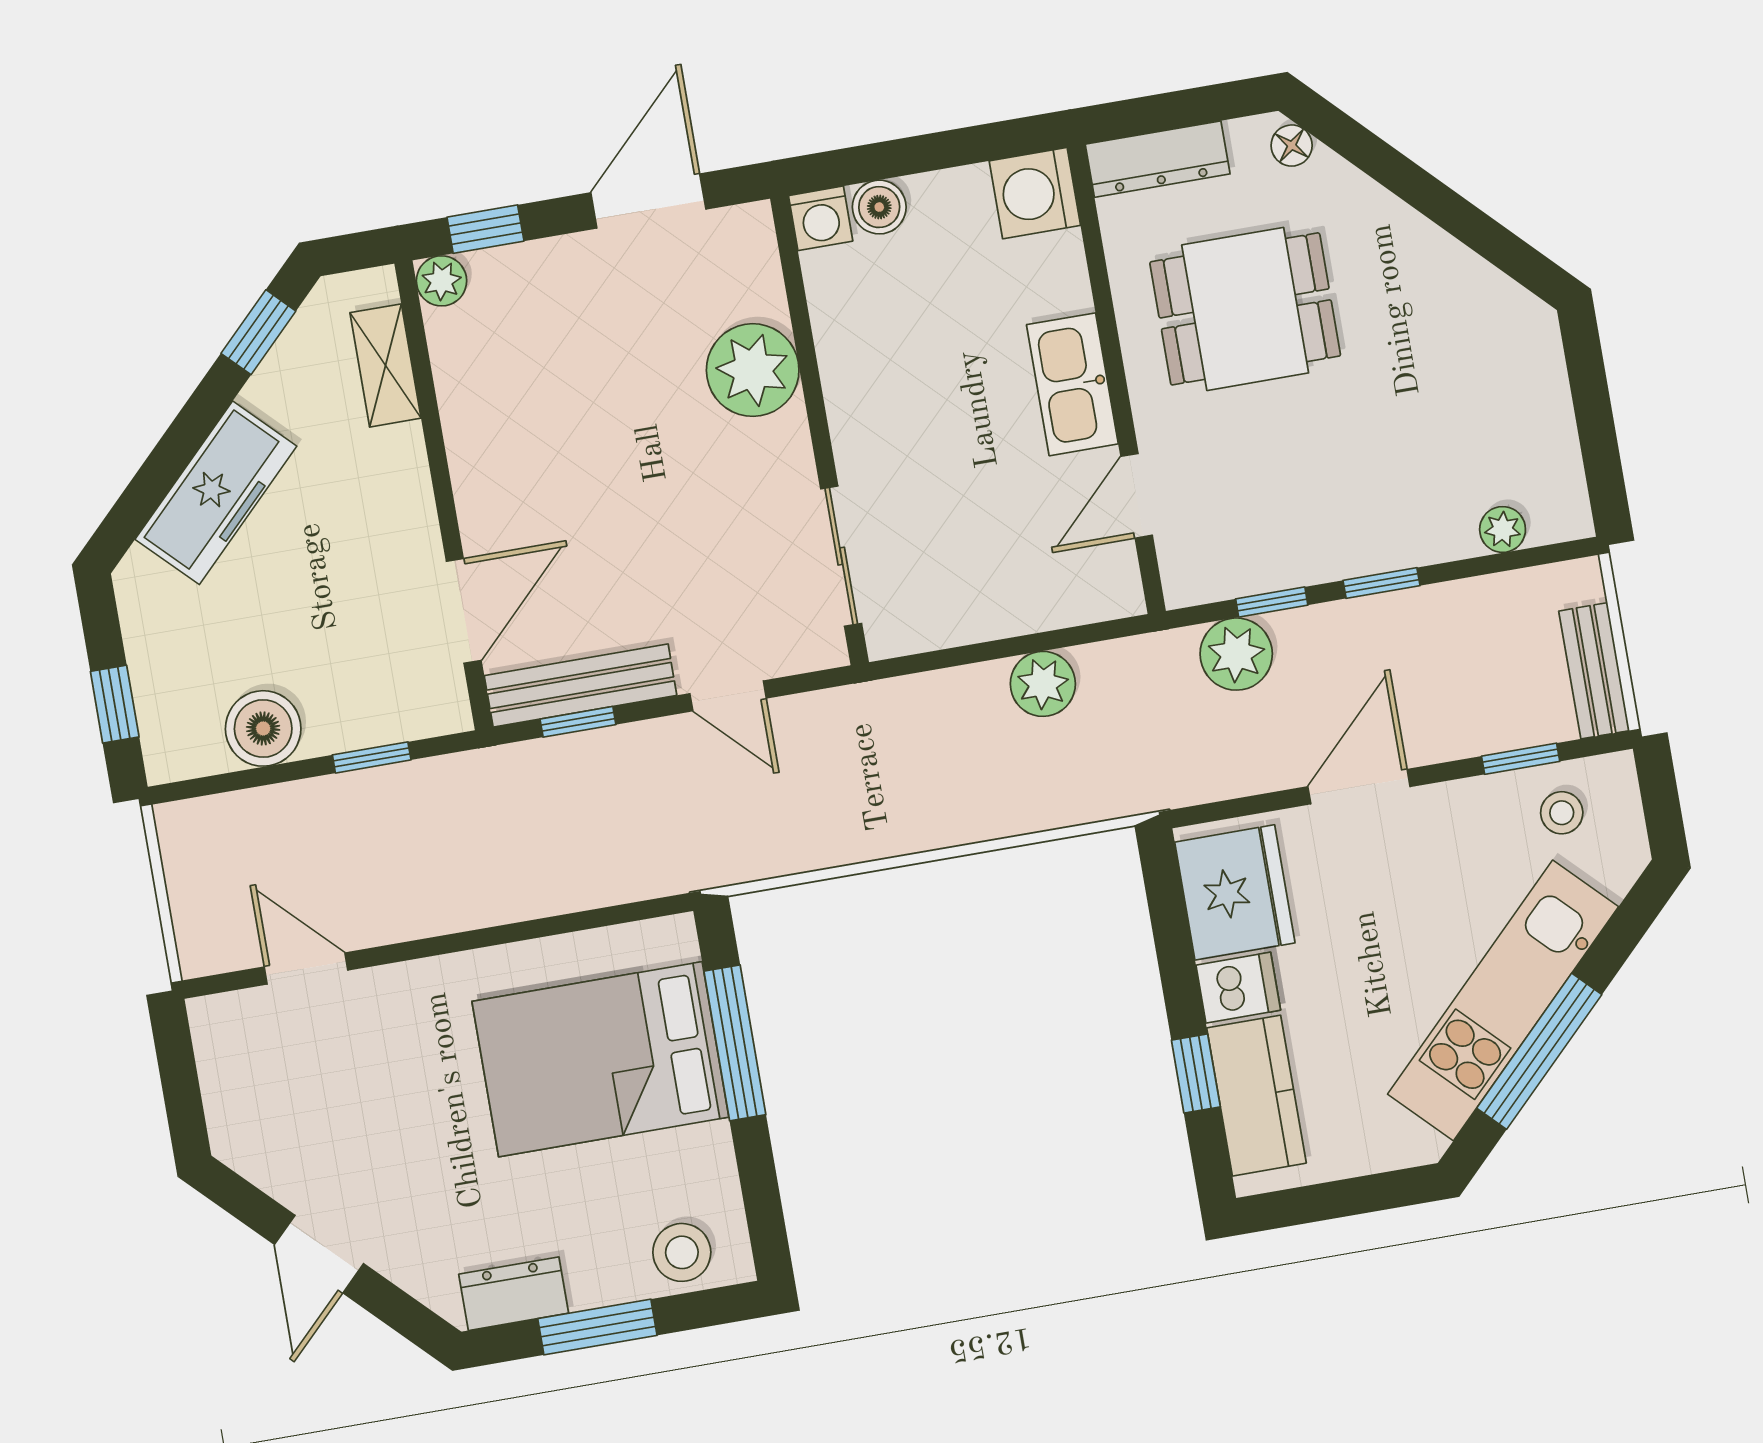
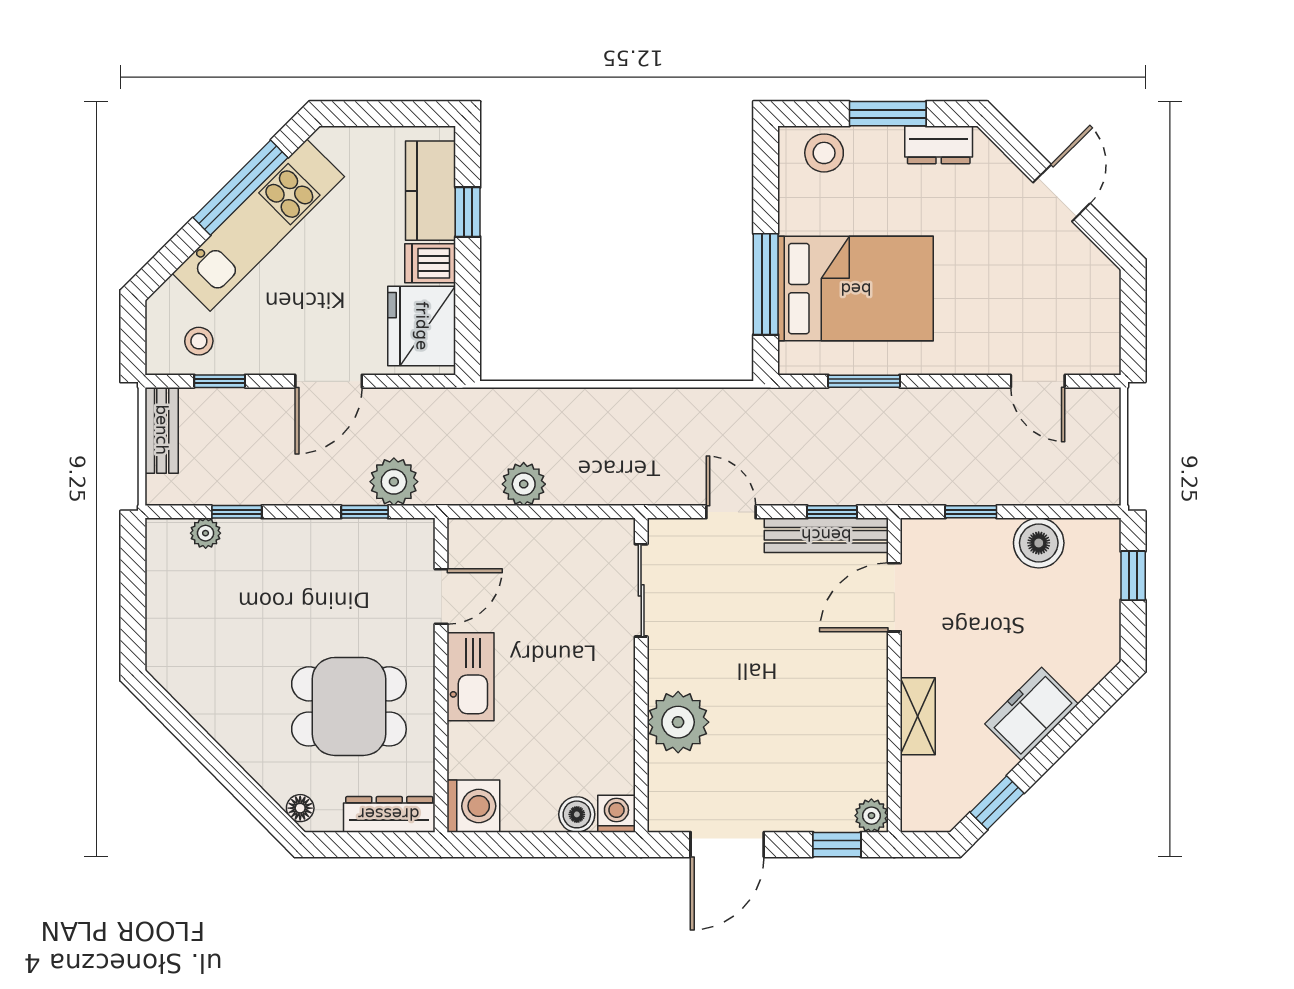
shelving: (385, 365) -> (918, 716), moved
freezer: (216, 493) -> (1032, 714), width x0.71
window: (1382, 583) -> (237, 512), moved
window: (564, 924) -> (864, 381), added

